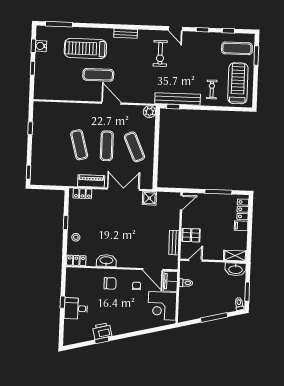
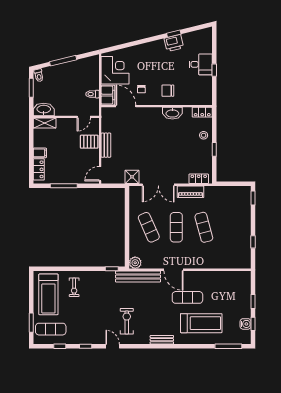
bench: (178, 99) -> (138, 276), moved
bench: (174, 243) -> (106, 145), moved

